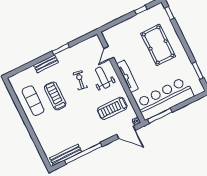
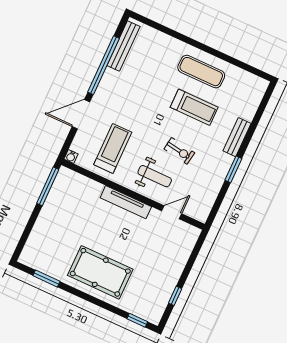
pool table: (158, 45) -> (100, 272), moved
door: (109, 53) -> (172, 212), hinge flipped
bar counter: (164, 99) -> (59, 212), removed
exercise mat: (33, 101) -> (201, 72), moved
door: (126, 132) -> (81, 114), moved

